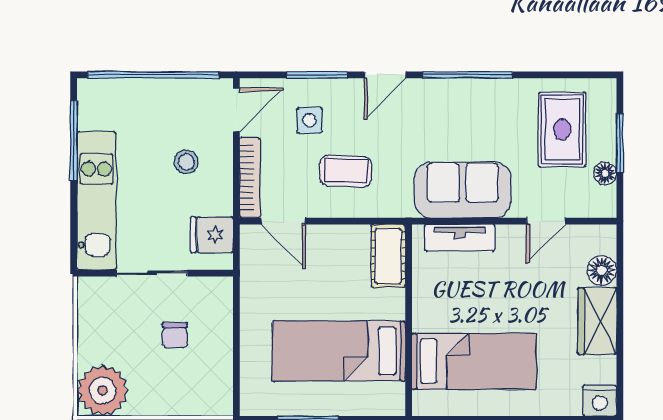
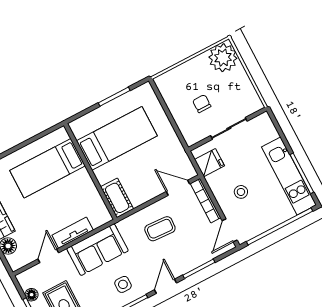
side table: (309, 120) -> (123, 284), moved
kitchen unit: (96, 201) -> (289, 176), moved
tv unit: (460, 238) -> (73, 233), moved

